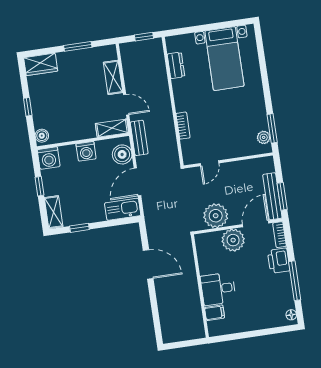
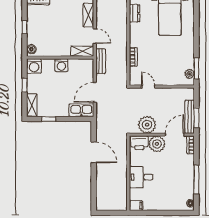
boiler: (122, 154) -> (87, 71), removed
door: (210, 163) -> (148, 87), swing flipped
printer: (279, 261) -> (139, 143), moved, turned -90
filing cabinet: (215, 313) -> (136, 206), moved

